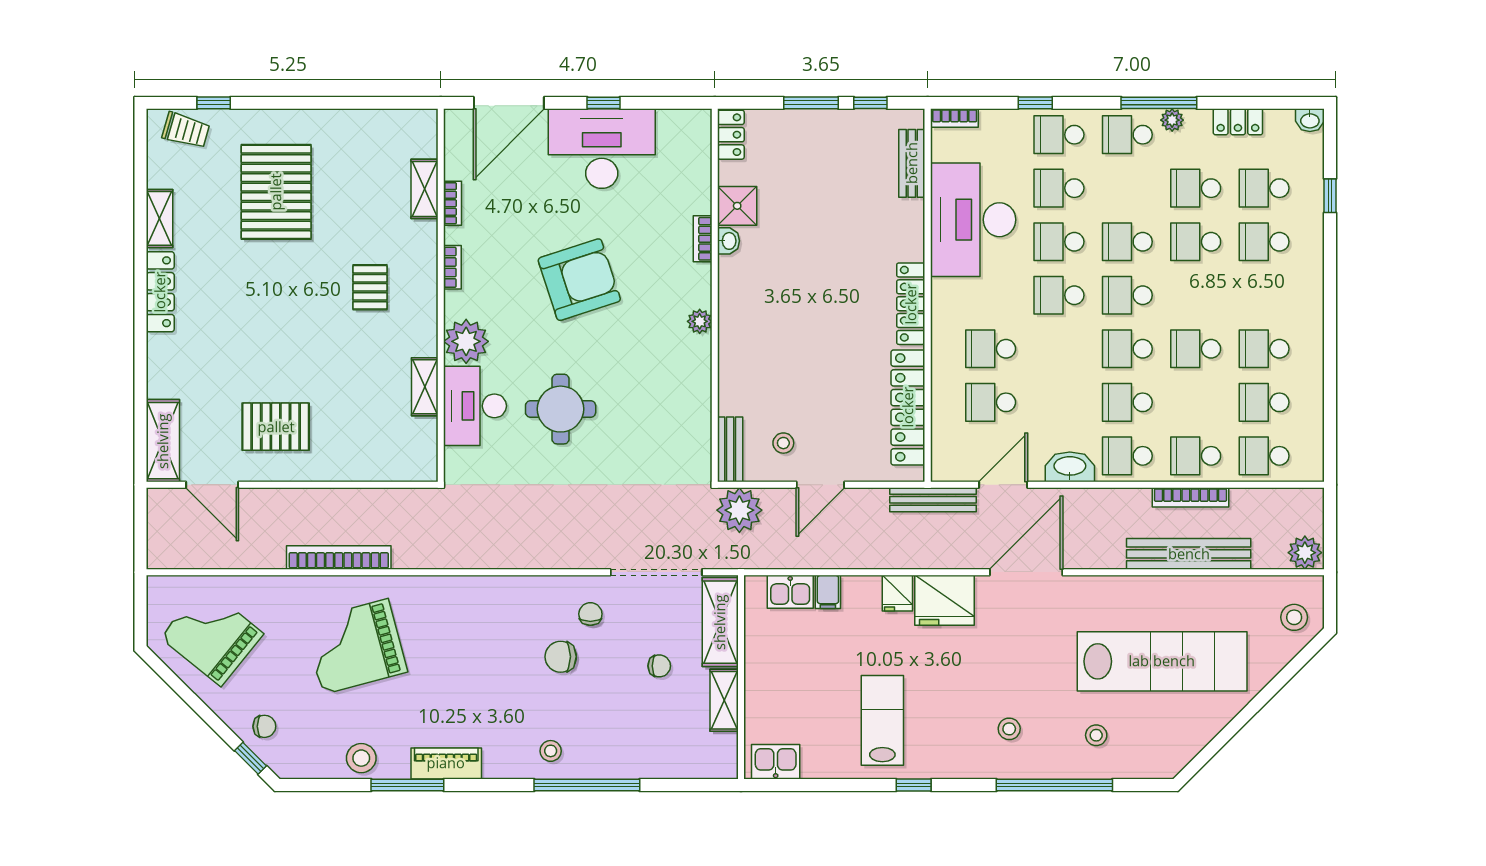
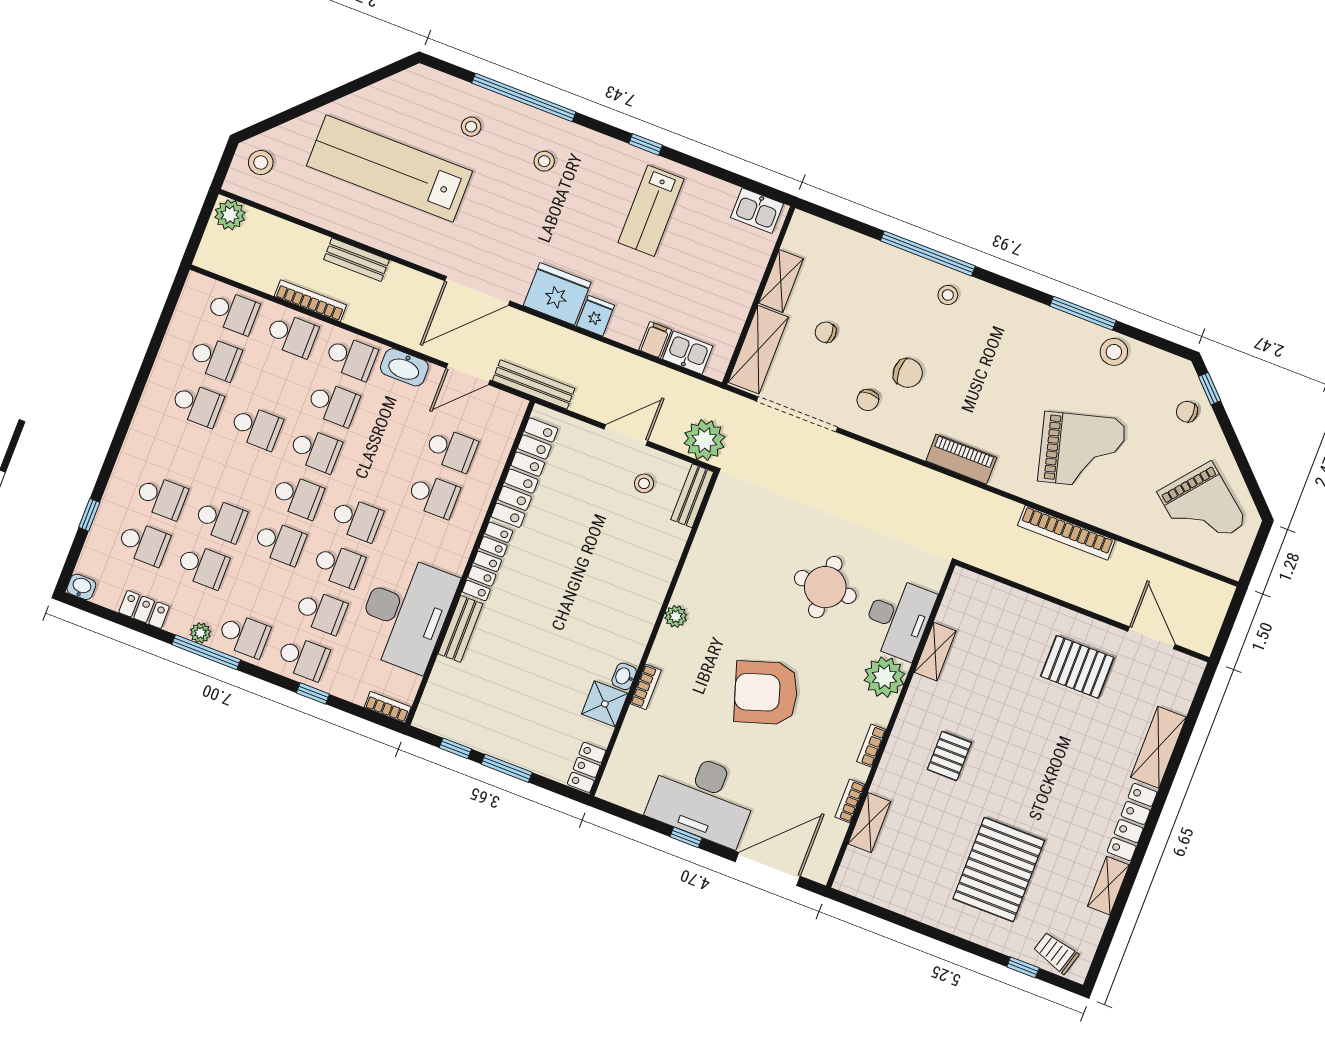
bench: (912, 163) -> (460, 629), moved
shelving: (163, 441) -> (1158, 747), moved
bench: (1189, 554) -> (356, 260), width x0.54, depth x0.82
piano: (446, 763) -> (961, 459), moved, turned 180

